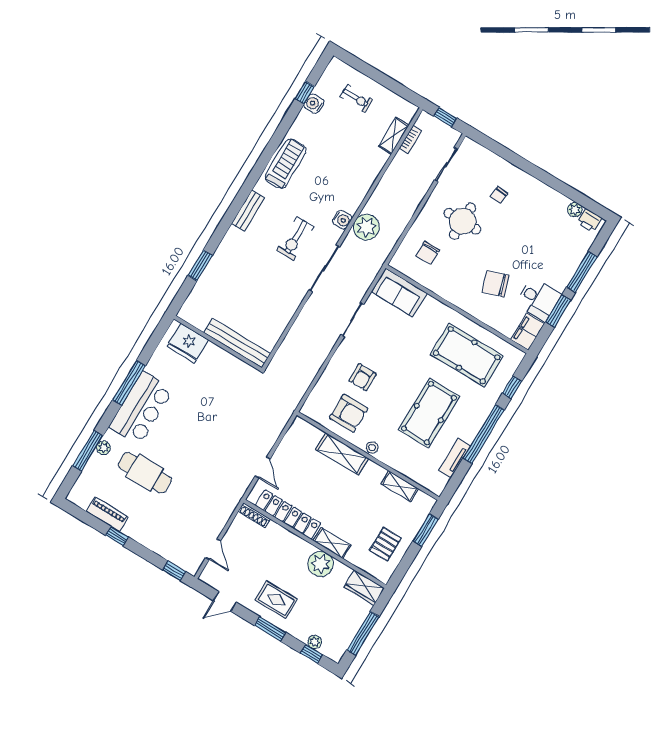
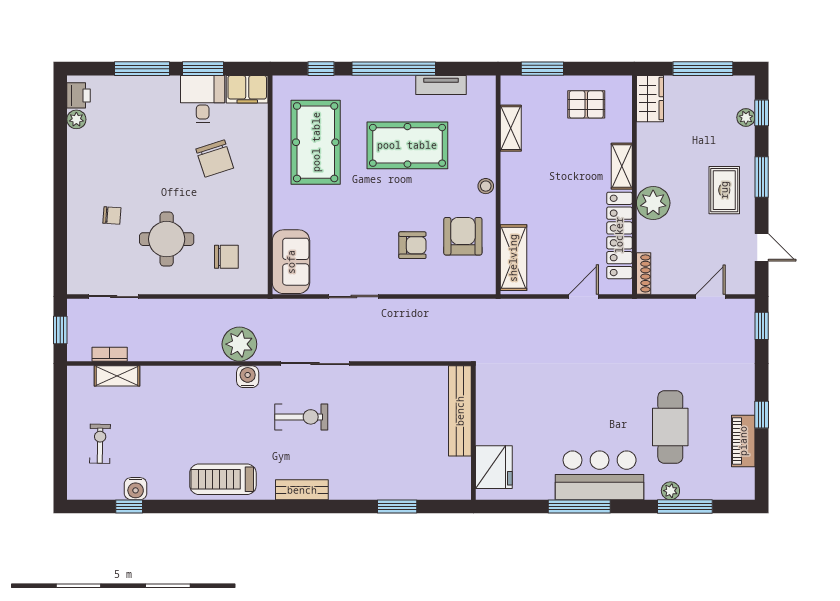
shelving: (342, 454) -> (513, 258), moved
plant: (321, 564) -> (653, 203), moved

